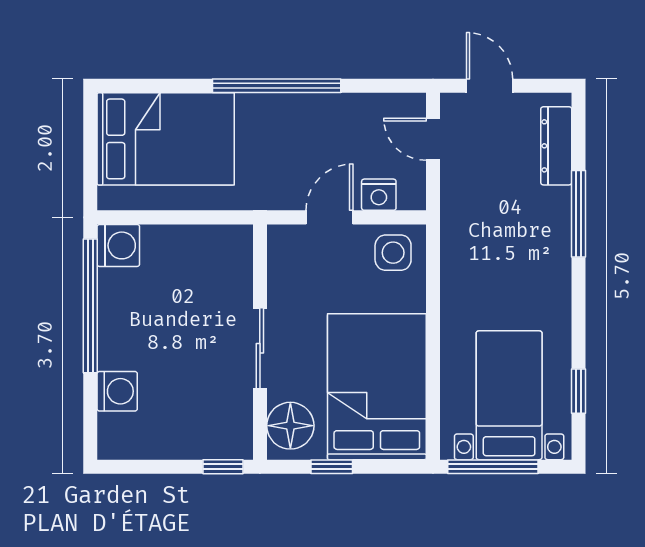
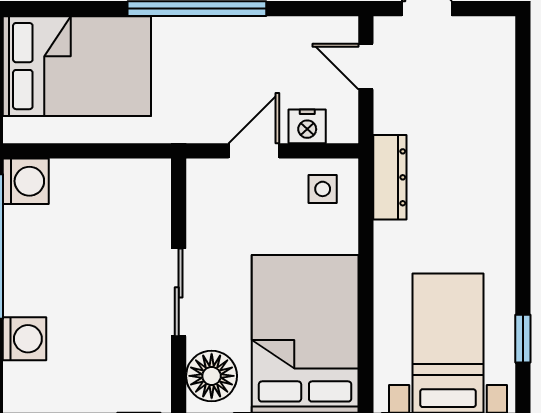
dresser: (556, 146) -> (390, 177), moved, turned 180
window: (578, 214) -> (523, 147), removed
side table: (393, 253) -> (323, 189), width x0.73, depth x0.73

